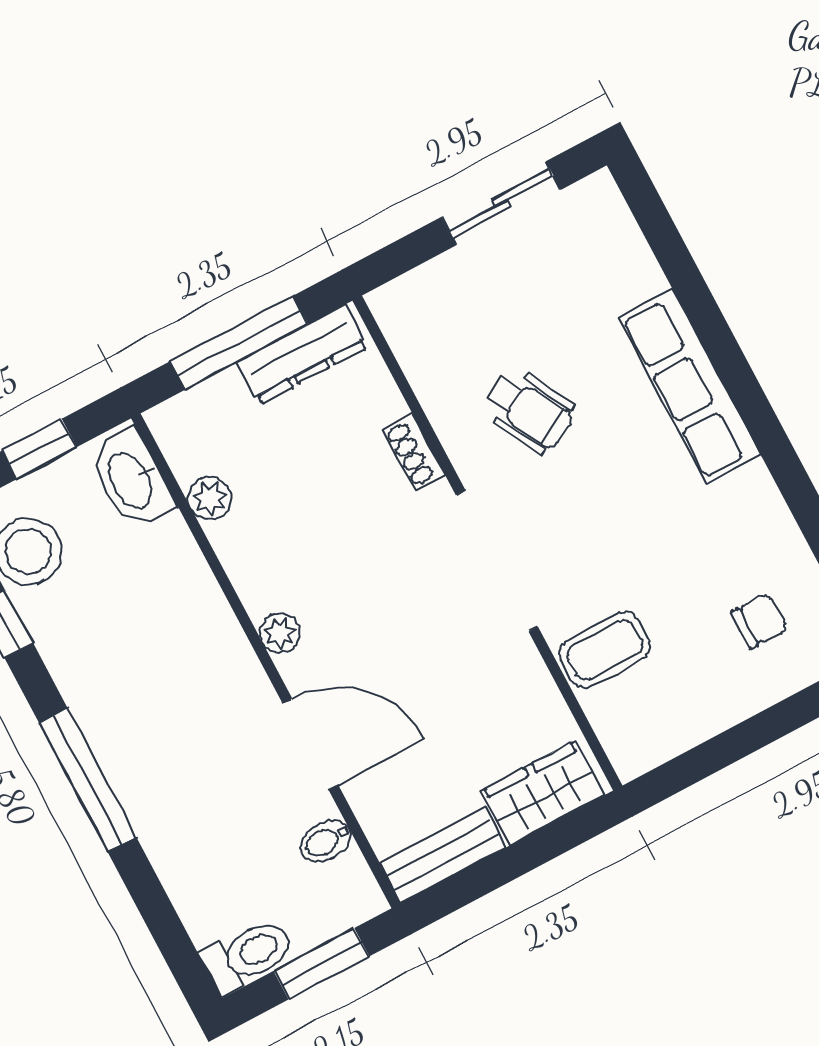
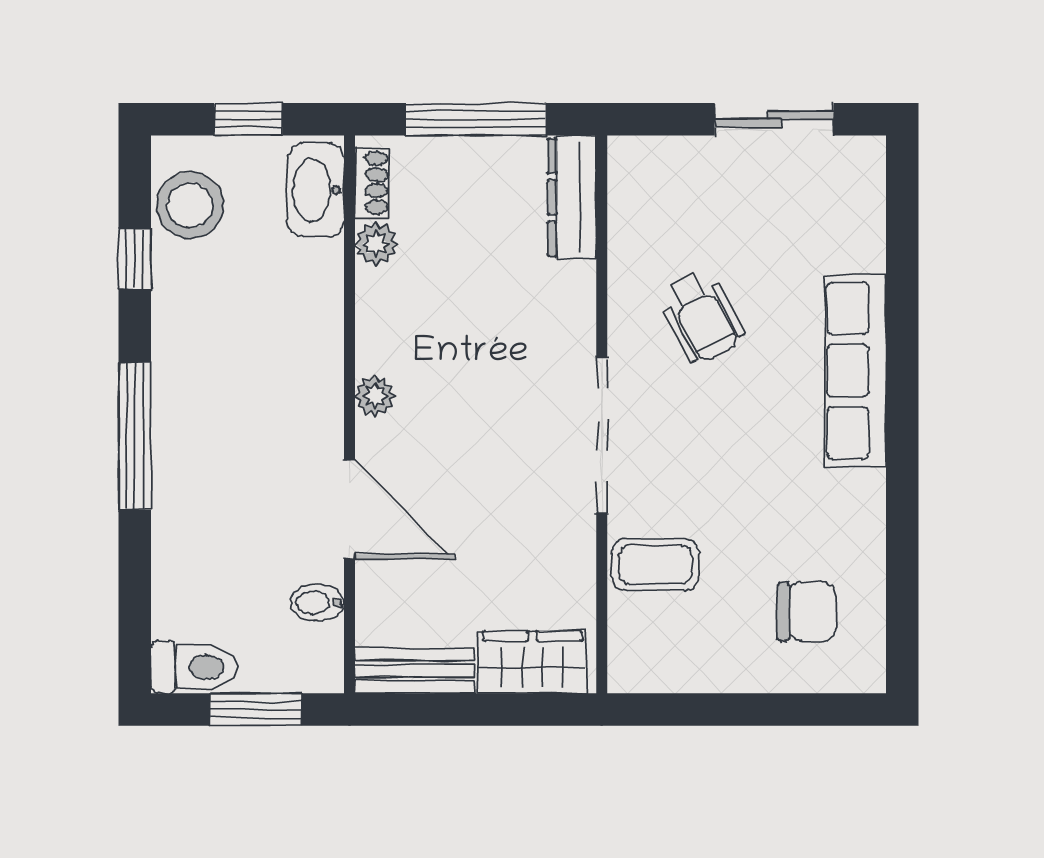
dresser: (302, 354) -> (572, 197), moved, turned 90
shoe rack: (414, 452) -> (372, 183), moved, turned 180
chair: (760, 621) -> (807, 612), width x1.37, depth x1.37

